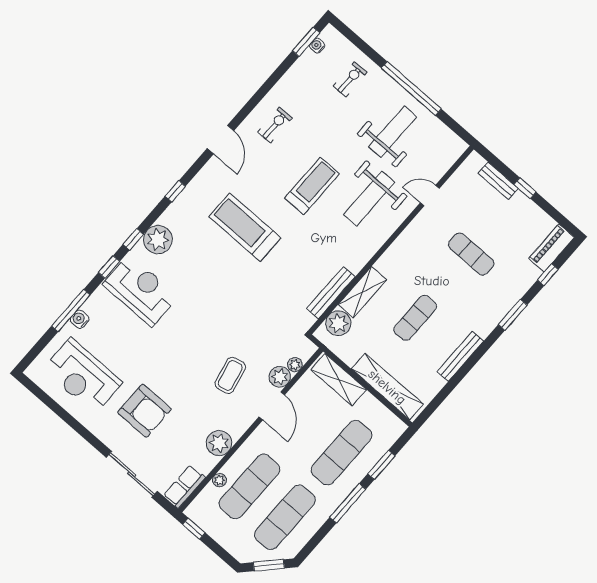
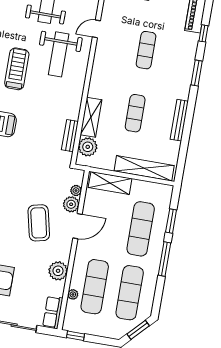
exercise mat: (471, 254) -> (146, 50), turned 90
bench: (331, 293) -> (70, 136), width x0.73
coffee table: (230, 375) -> (39, 223), width x1.36, depth x1.32
door: (272, 406) -> (77, 226), hinge flipped

